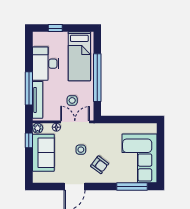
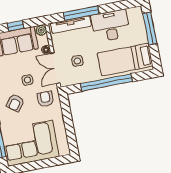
window: (55, 28) -> (150, 29), width x2.17
double door: (75, 122) -> (55, 68), swing flipped
armchair: (101, 136) -> (45, 99), added
window: (29, 140) -> (16, 26), moved

